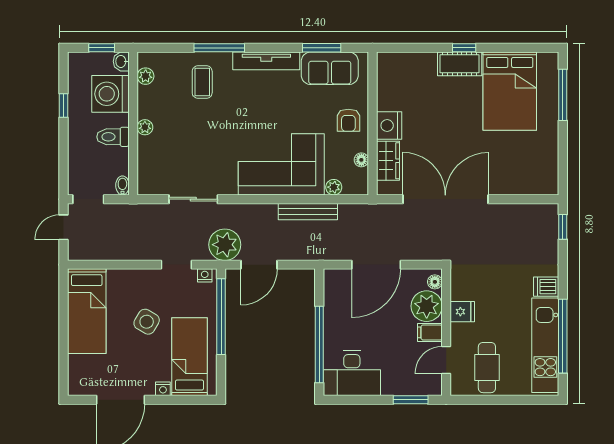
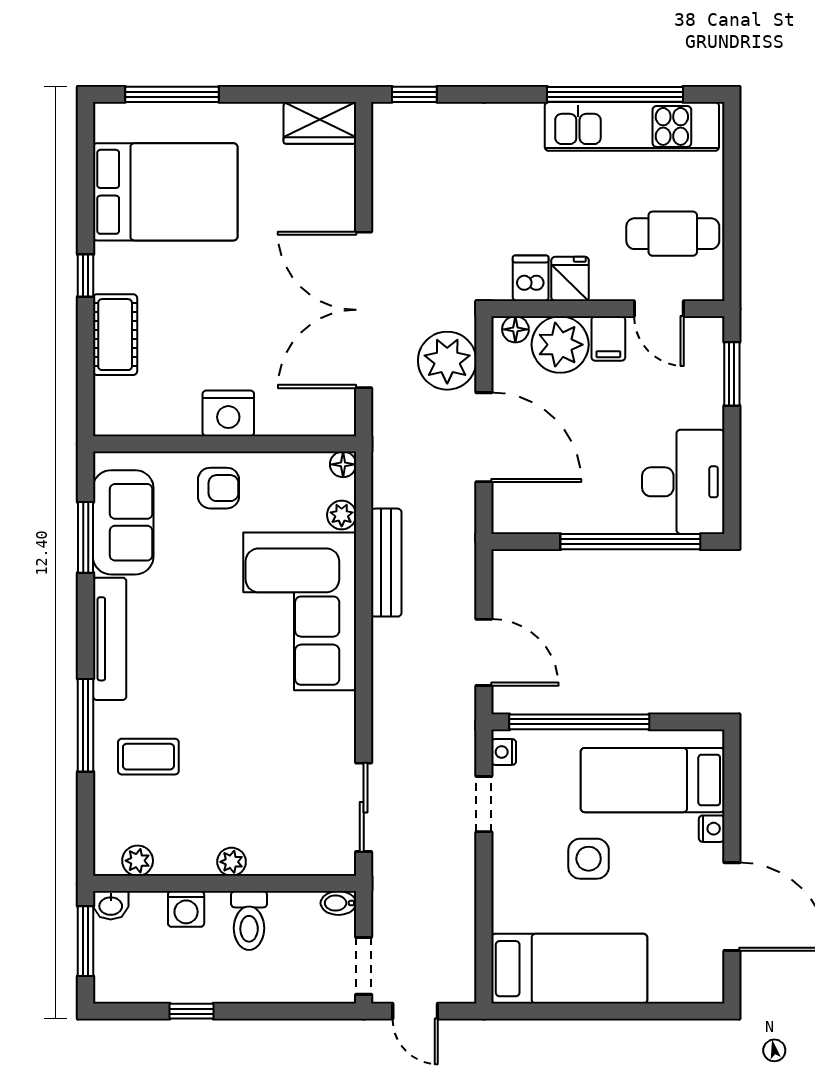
window: (102, 48) -> (86, 941), width x1.50
cot: (460, 64) -> (115, 335), moved
washing machine: (110, 94) -> (186, 909), width x0.53, depth x0.53
floor lamp: (361, 160) -> (343, 464), moved
wardrobe: (388, 161) -> (320, 123), moved, turned 180
sliding door: (193, 199) -> (364, 807), moved
plant: (225, 245) -> (447, 361), moved
dishwasher: (546, 287) -> (531, 278), moved, turned 180
side table: (147, 322) -> (589, 859), turned -30

